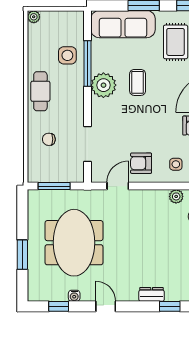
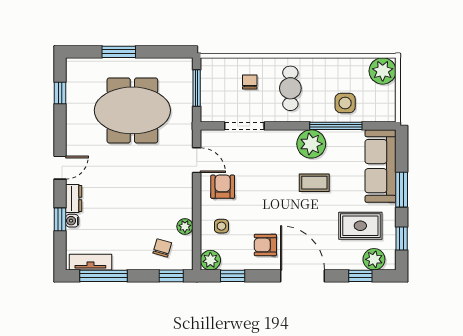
plant: (34, 17) -> (383, 71), width x1.87, depth x1.87
cafe table: (40, 91) -> (290, 88), moved, turned 90
water cooler: (74, 296) -> (72, 221), moved
door: (106, 306) -> (60, 168), moved

